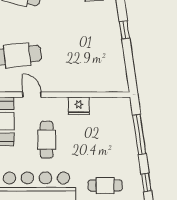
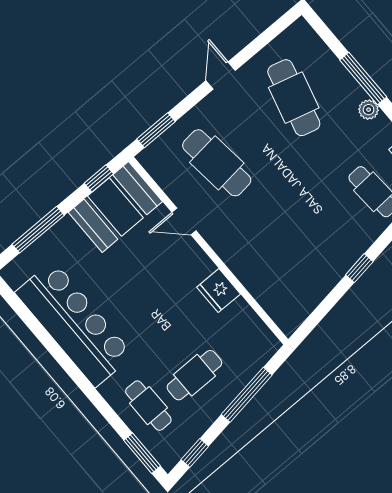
door: (32, 95) -> (184, 222), swing flipped
cafe table: (47, 140) -> (194, 375), moved

